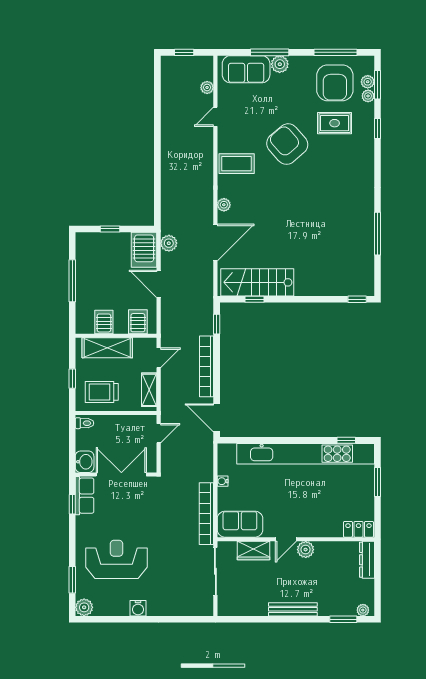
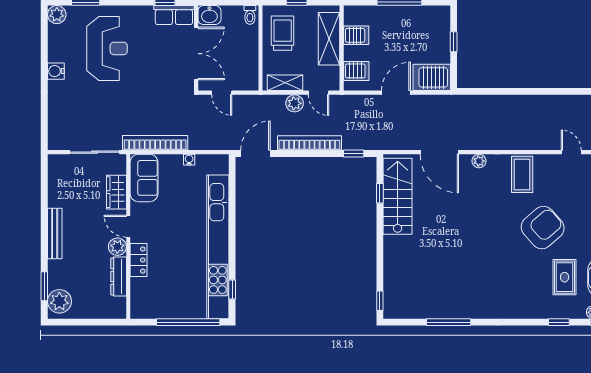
plant: (169, 243) -> (295, 103), moved
door: (159, 433) -> (222, 93), moved
window: (377, 482) -> (188, 322), width x2.11
locker: (358, 529) -> (139, 260), moved
dresser: (367, 560) -> (119, 276), moved, turned -90
plant: (363, 610) -> (59, 301), width x1.87, depth x1.87

